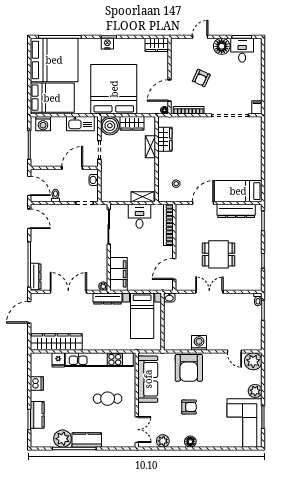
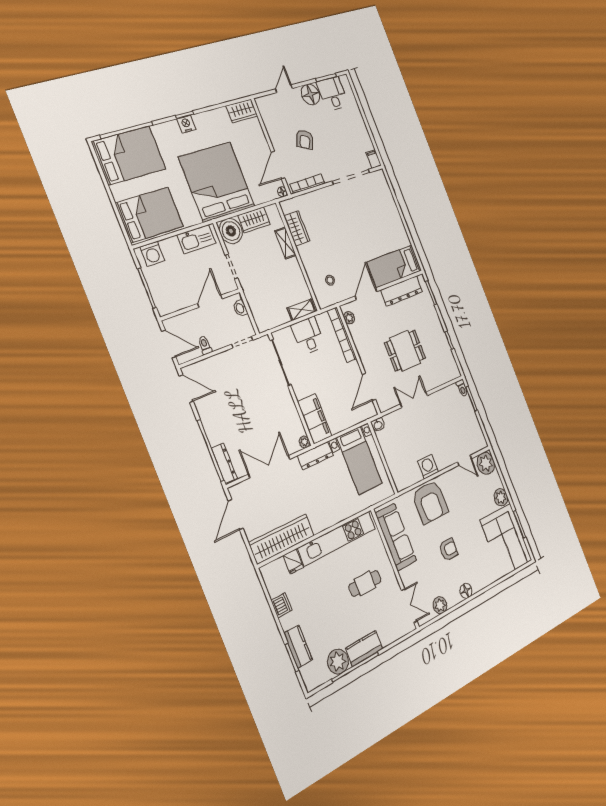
bed: (54, 60) -> (129, 155), width x0.73
plant: (180, 215) -> (349, 318), added

